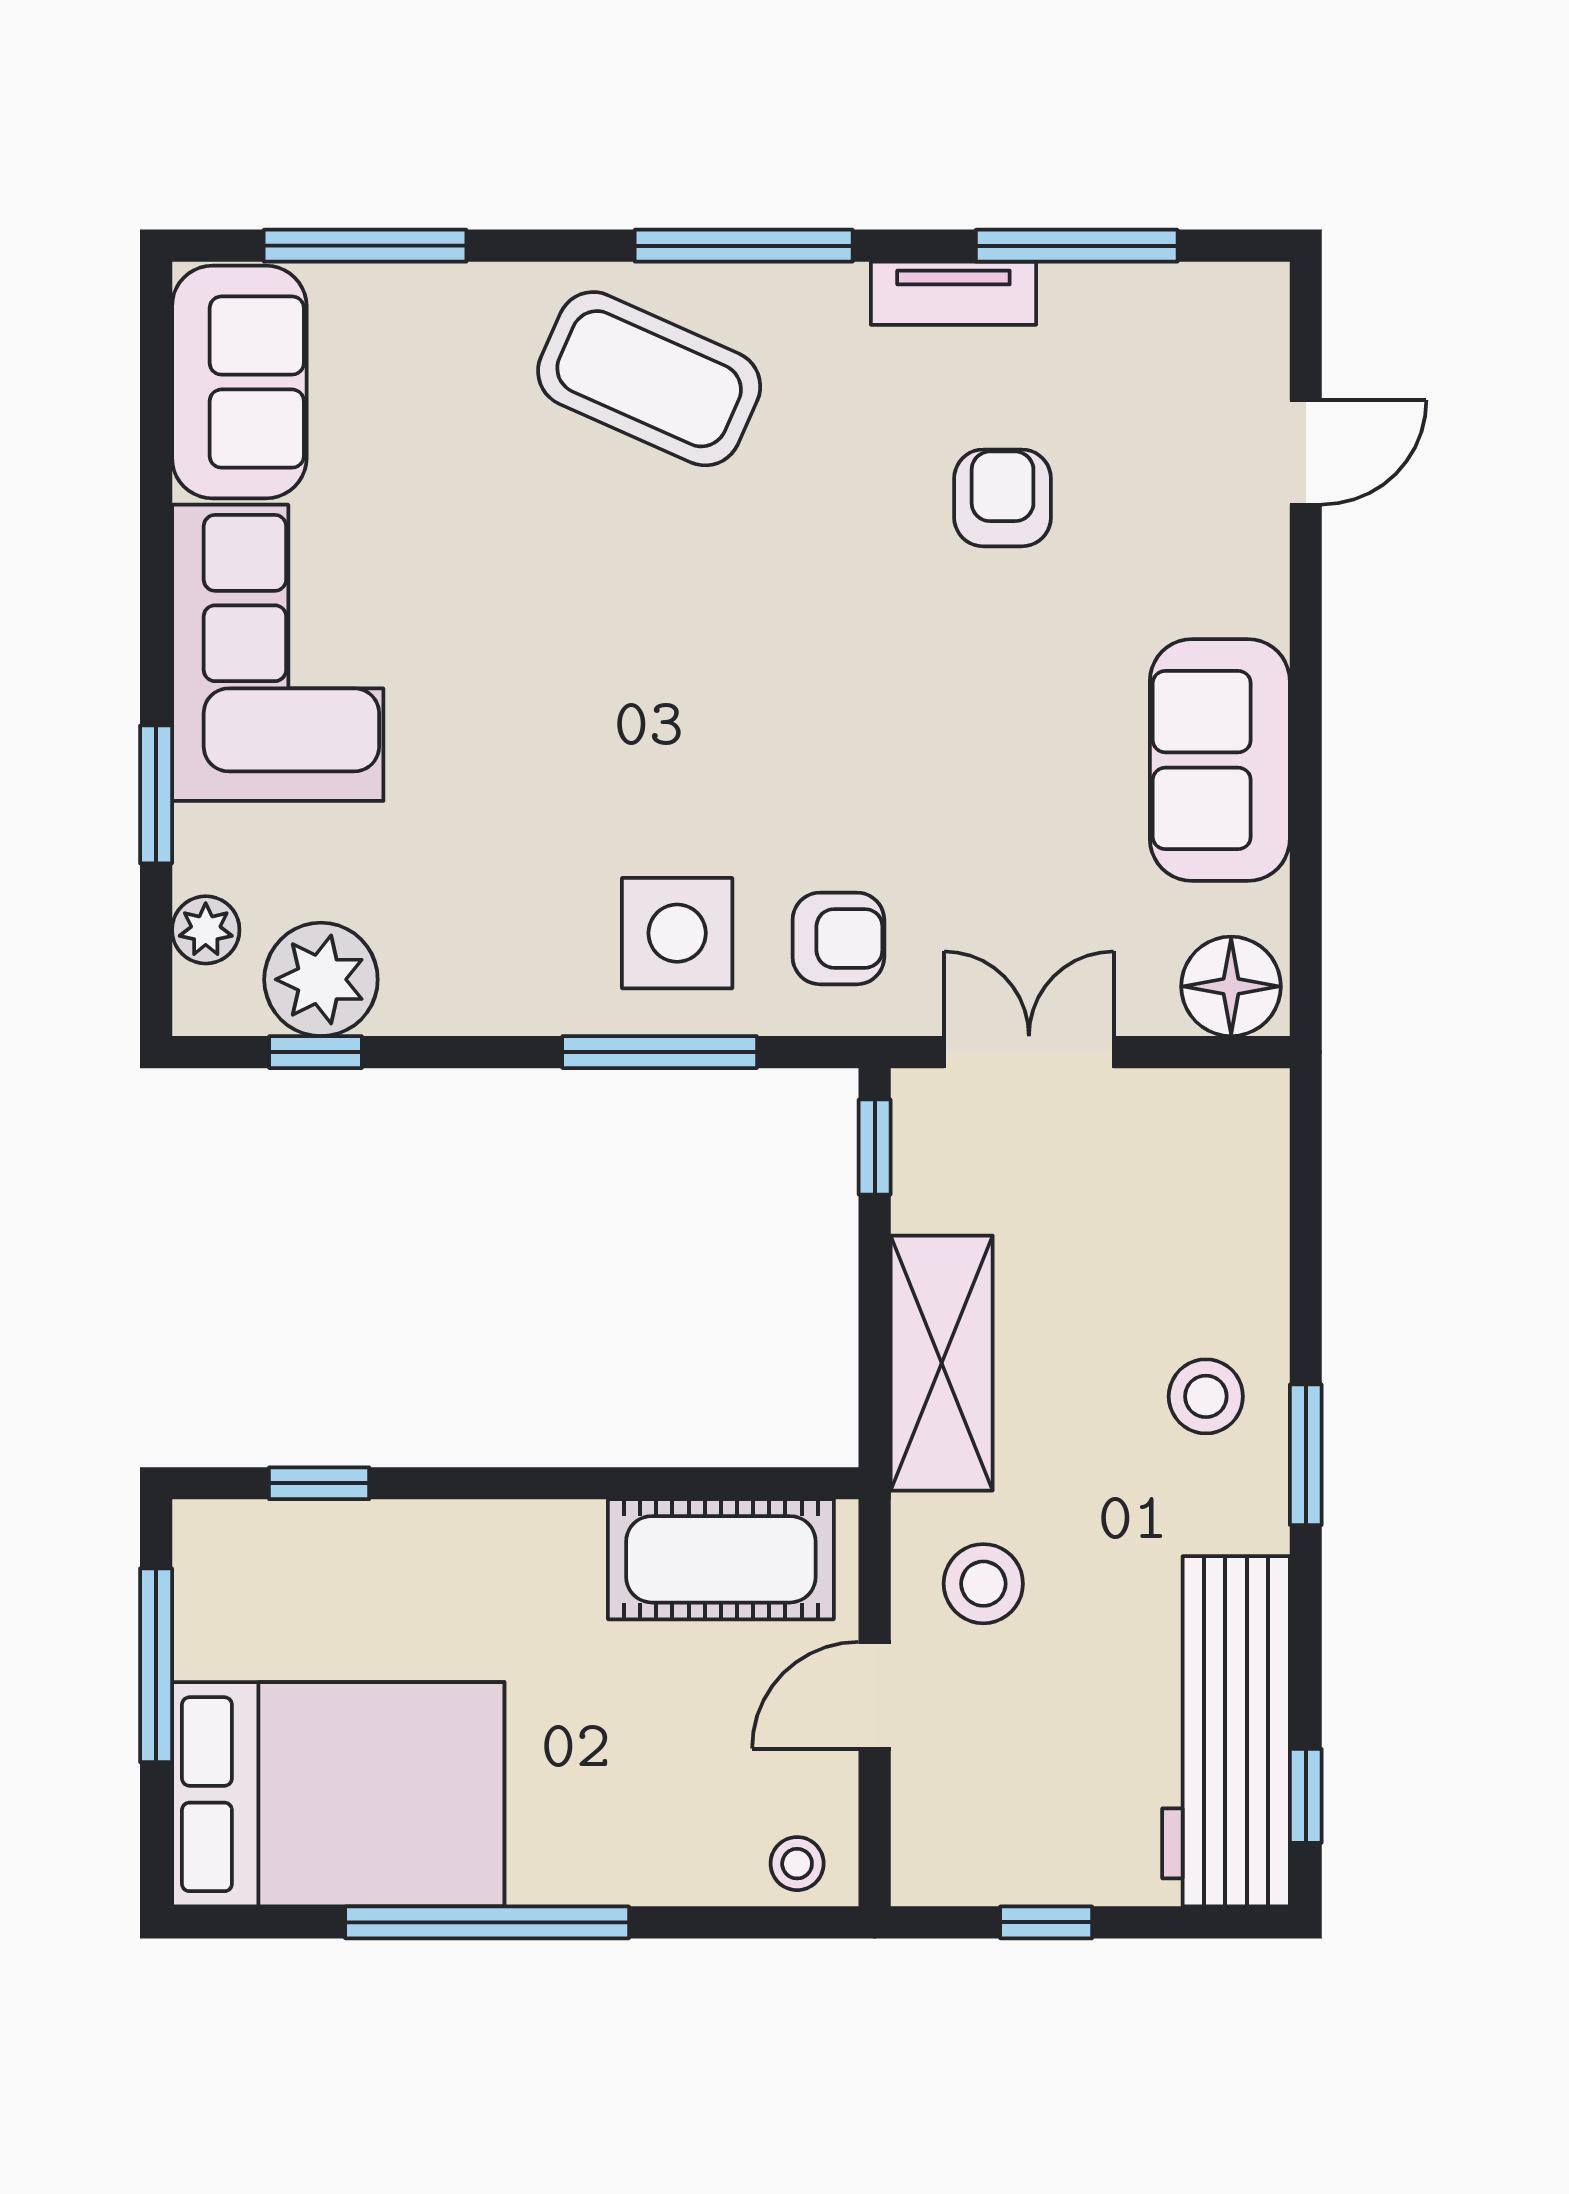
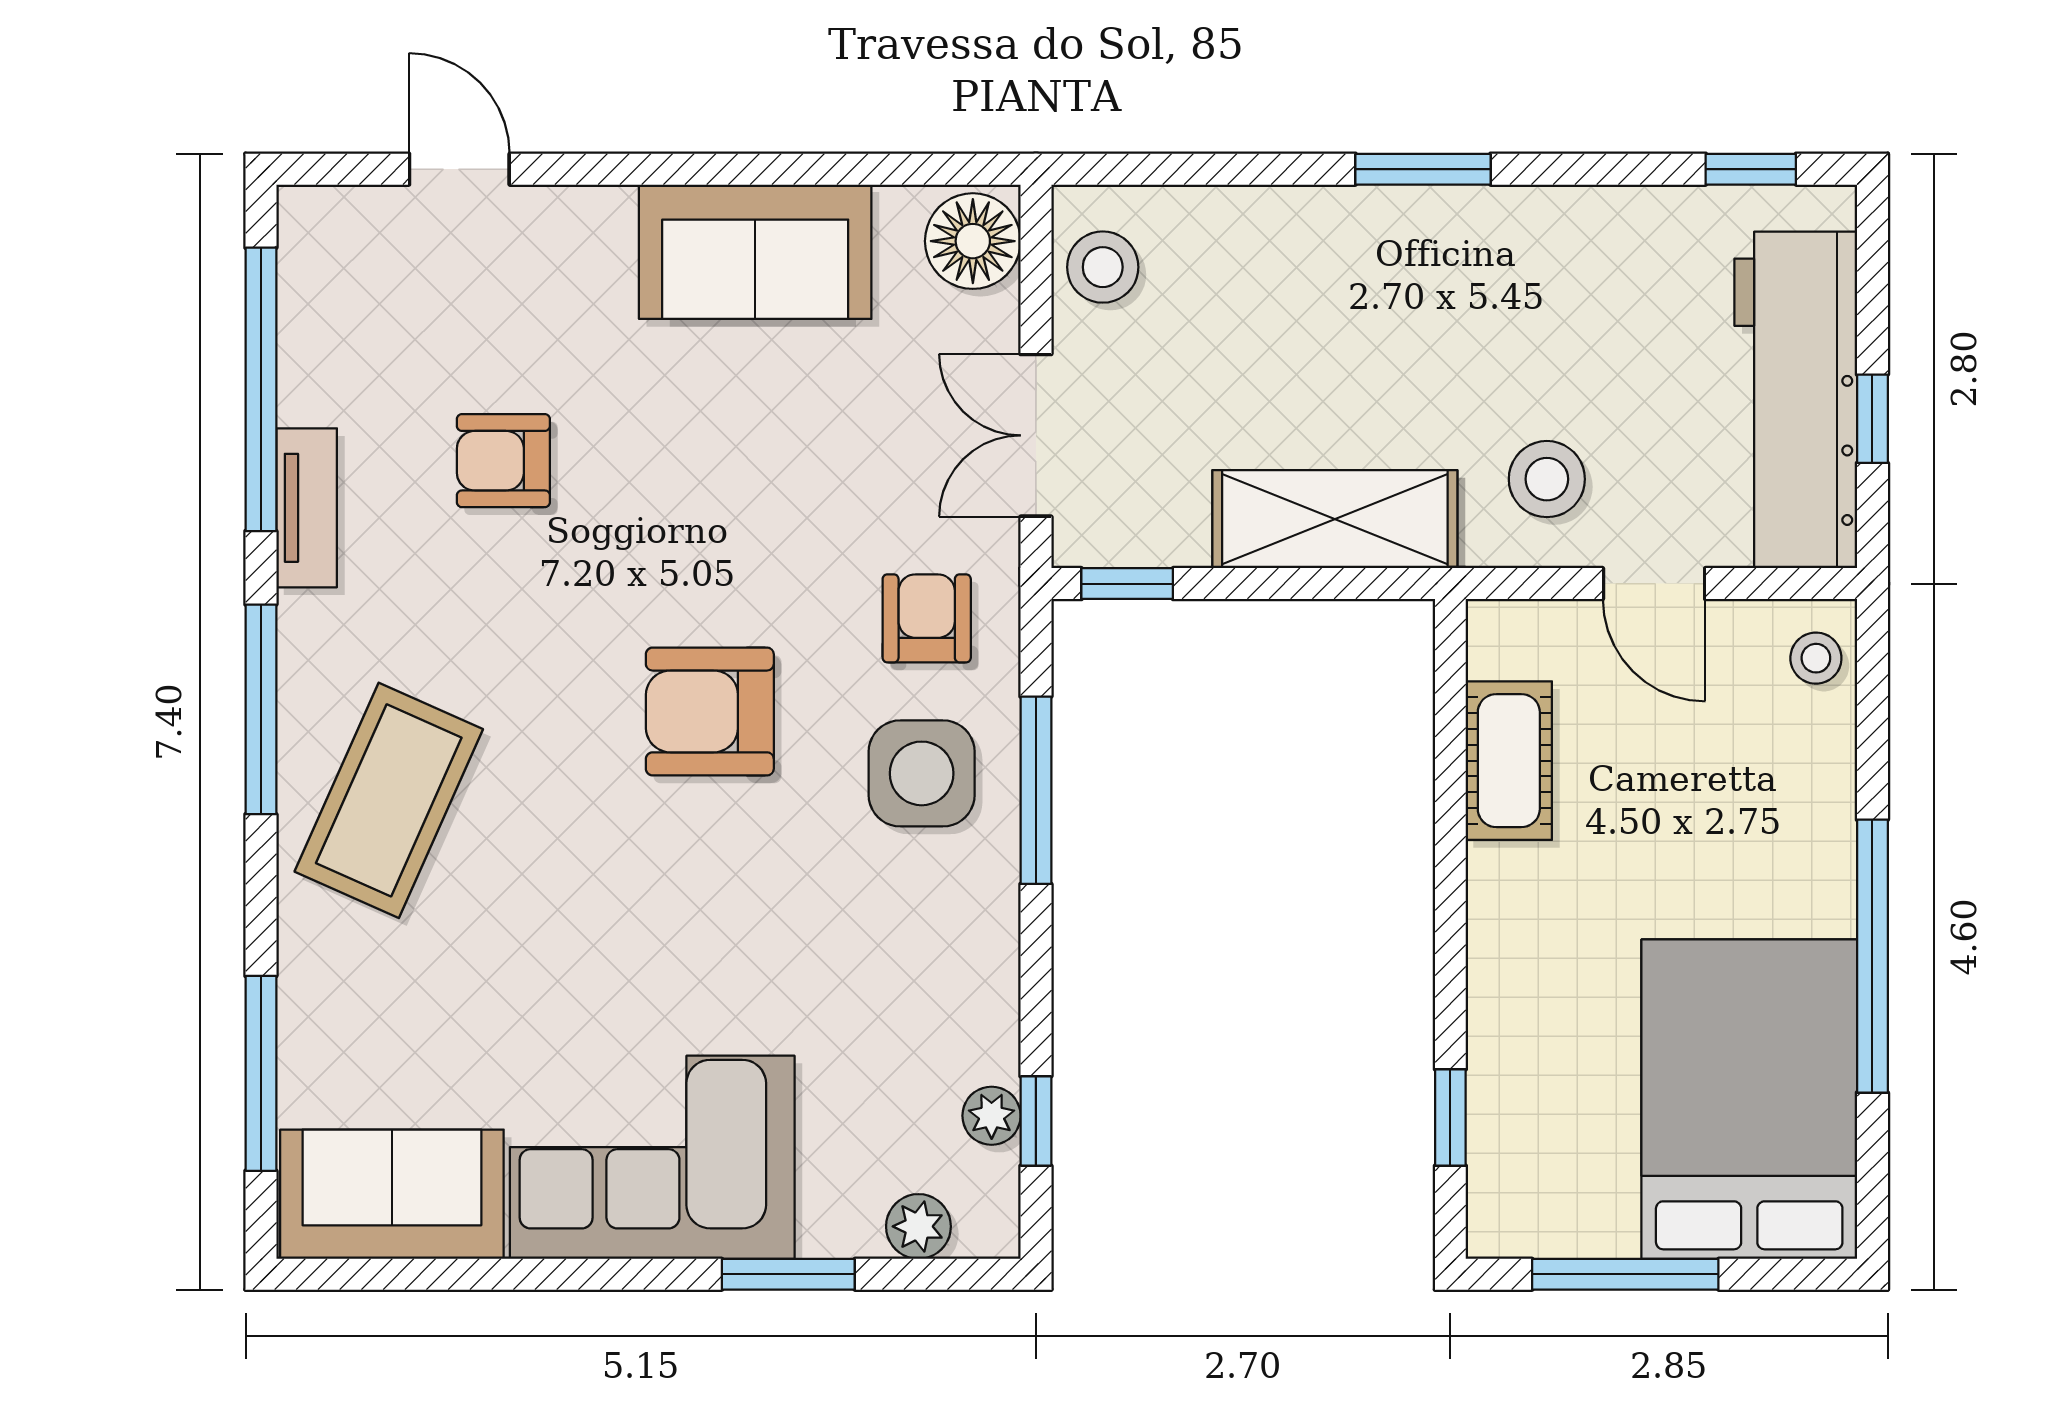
window: (1077, 246) -> (261, 389), width x1.46
armchair: (742, 713) -> (710, 711), added
plant: (321, 979) -> (992, 1116), width x0.53, depth x0.53
stool: (1206, 1396) -> (1103, 267), moved
cot: (721, 1559) -> (1509, 761), width x0.73, depth x0.75
workbench: (1226, 1731) -> (1796, 400), moved, turned 90

